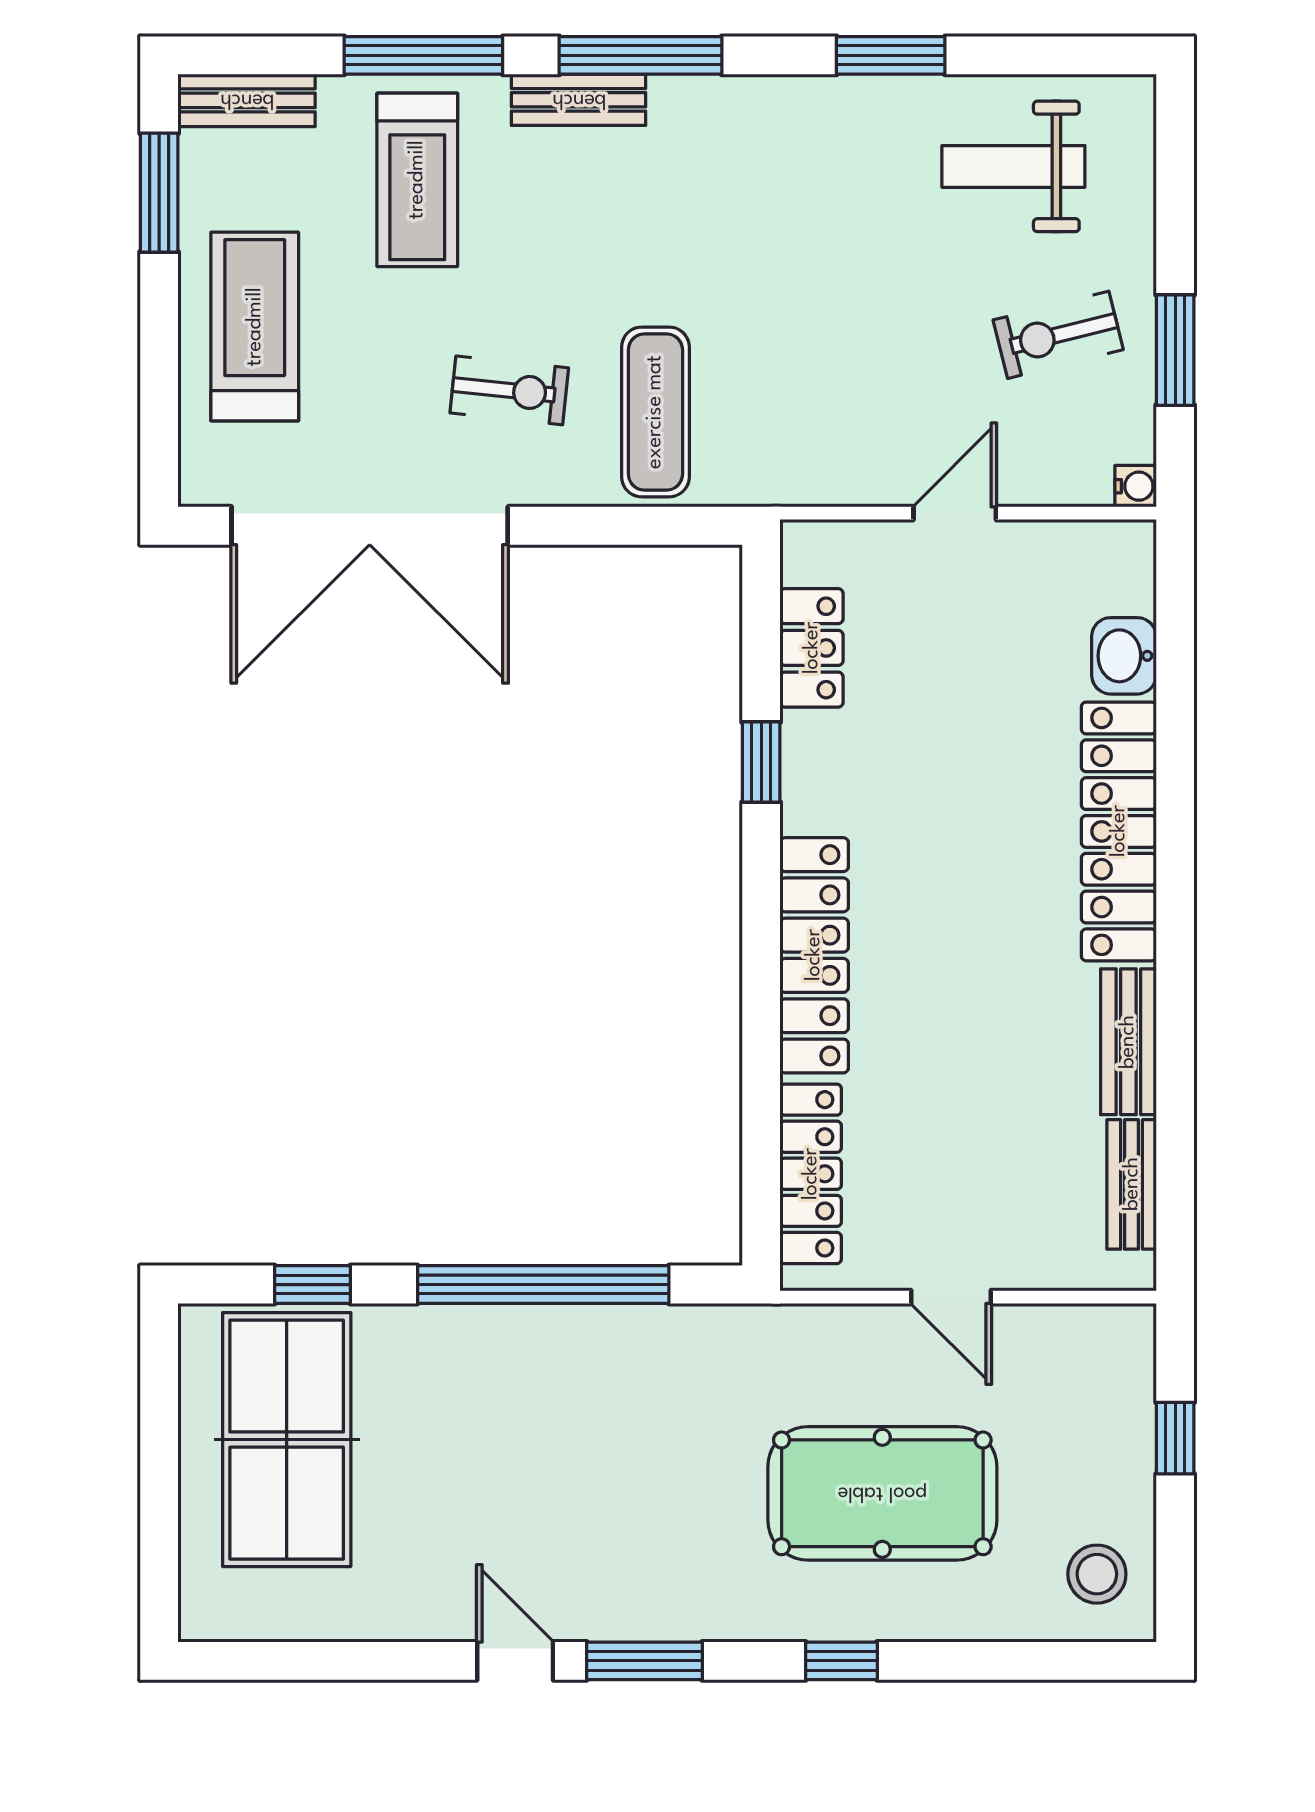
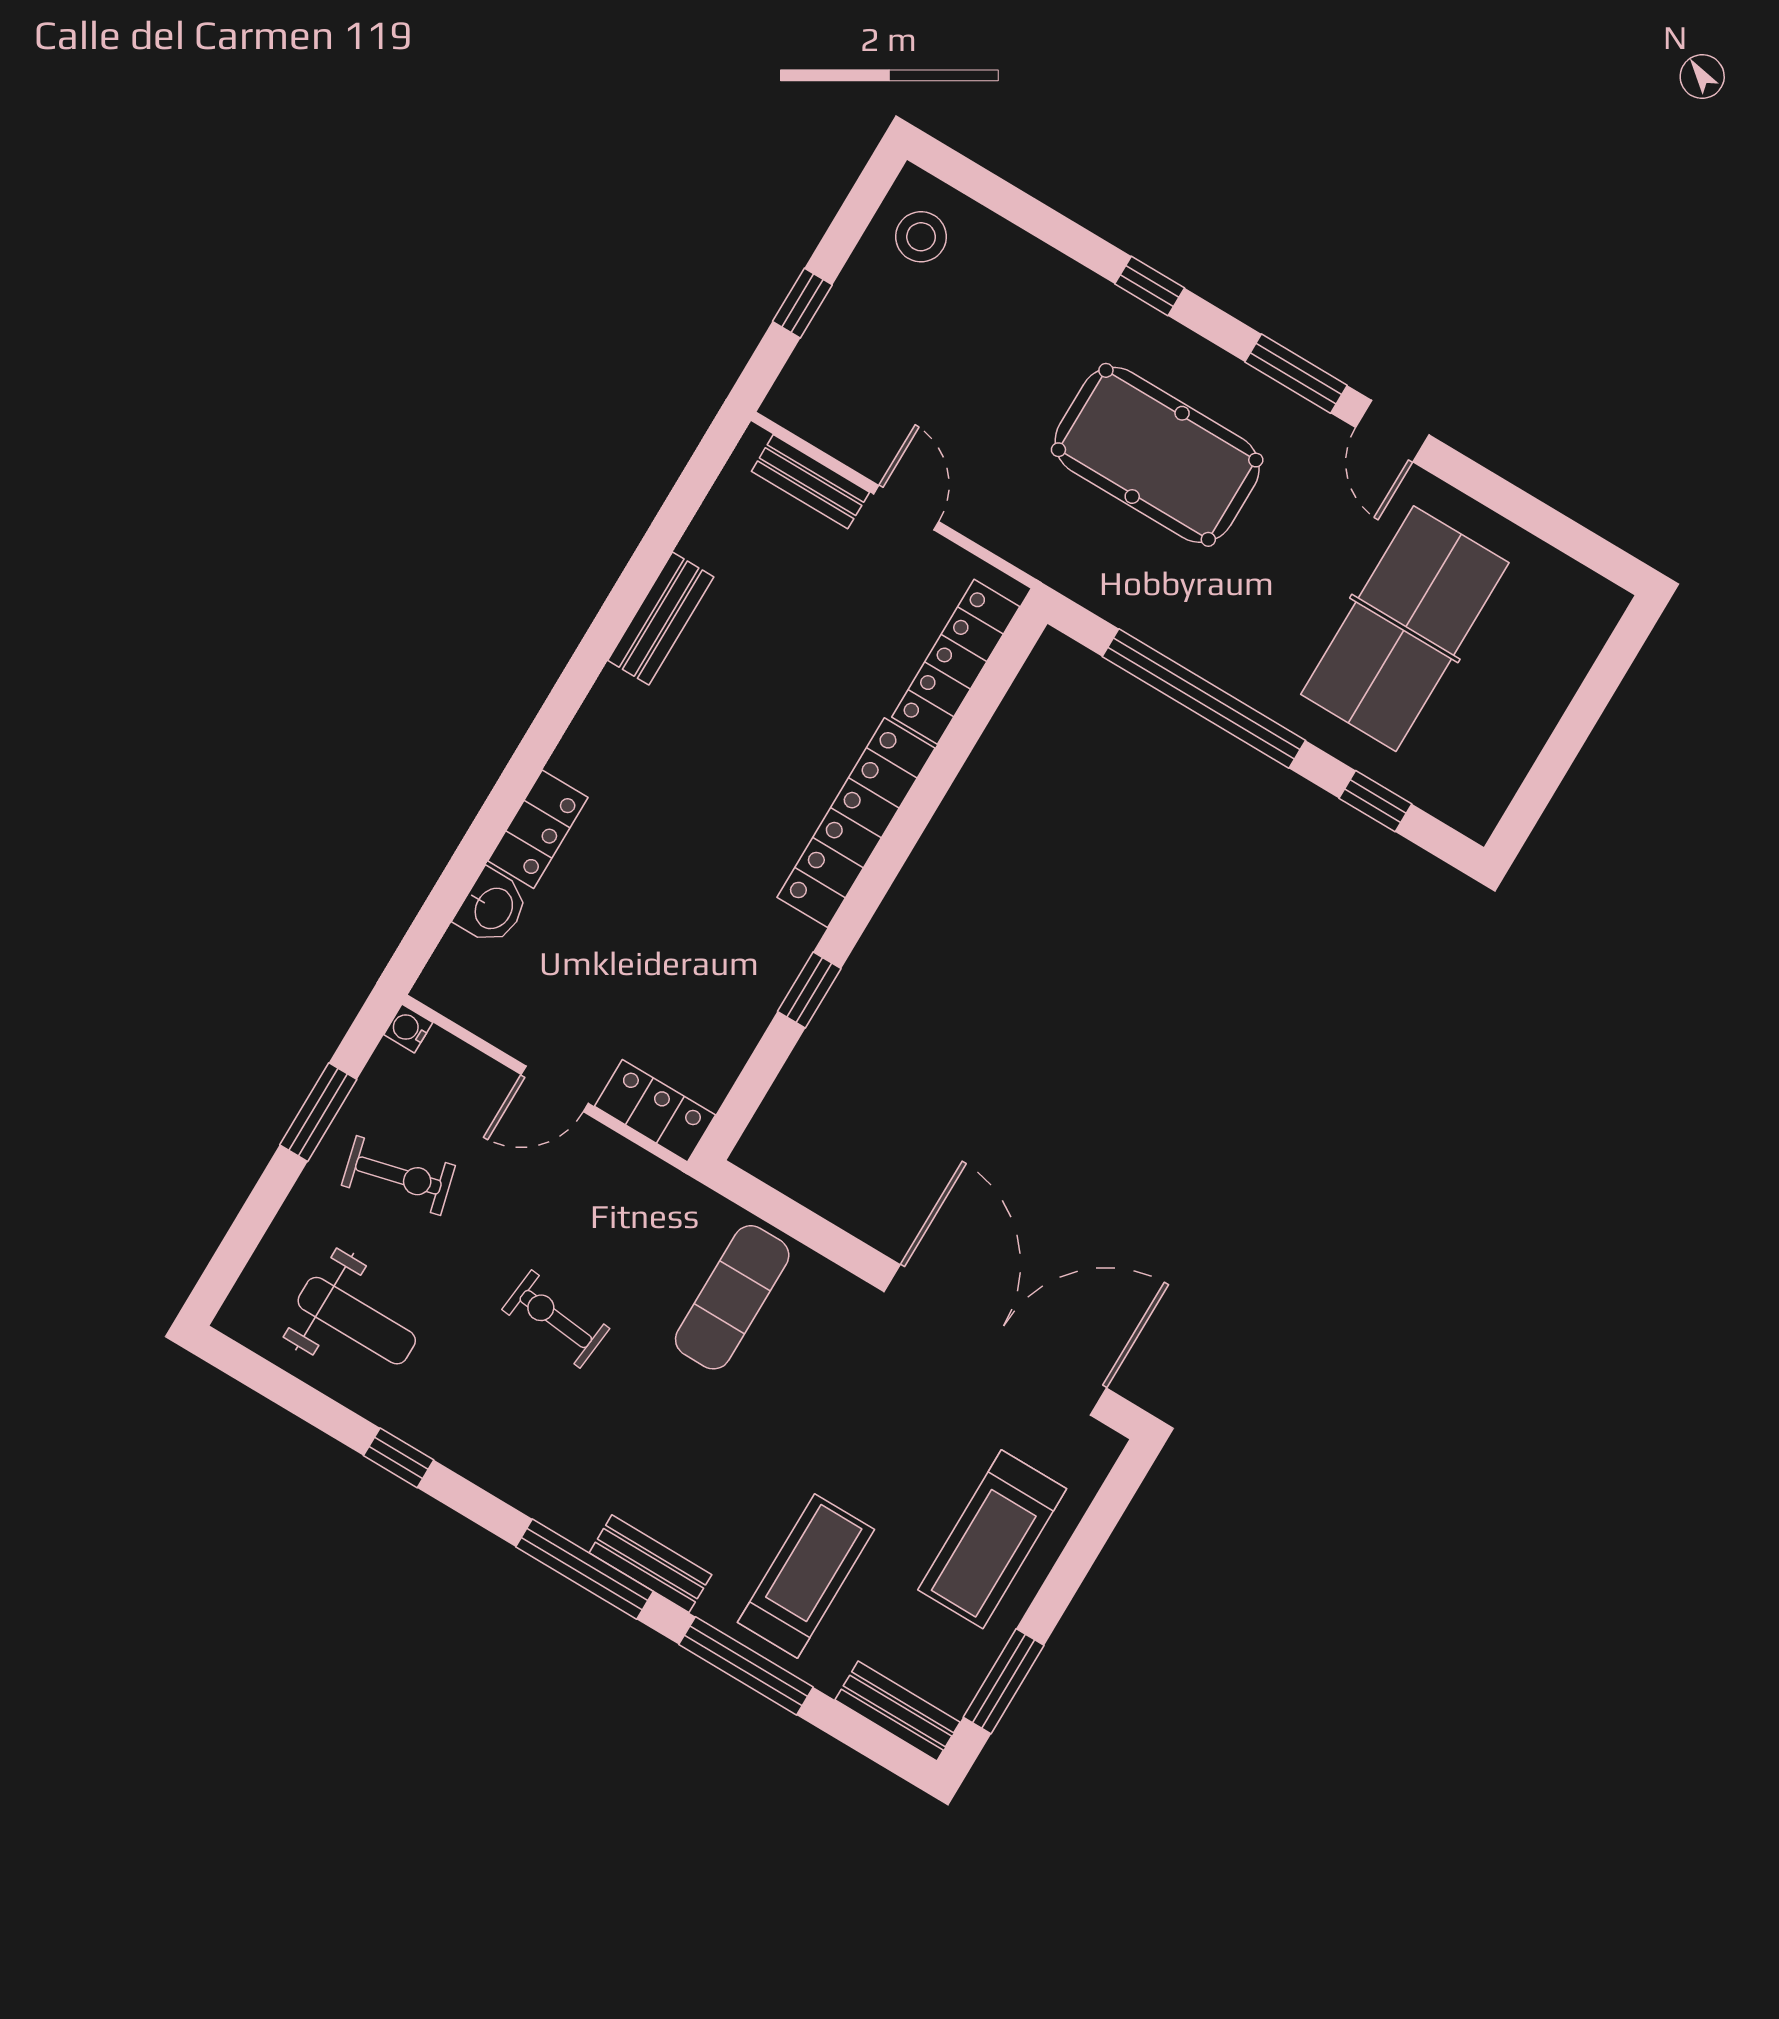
window: (891, 55) -> (399, 1458), width x0.67
exercise bike: (509, 390) -> (556, 1319), moved
locker: (812, 648) -> (655, 1111), moved, turned 90
locker: (1119, 831) -> (538, 829), width x0.46, depth x0.83
bench: (1132, 1184) -> (811, 482), moved, turned 90
table tennis table: (287, 1440) -> (1405, 629), moved
pool table: (882, 1493) -> (1157, 455), moved

